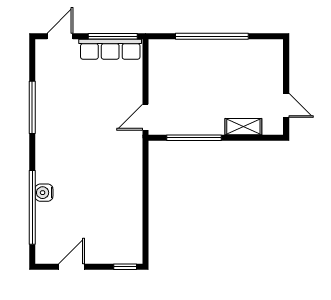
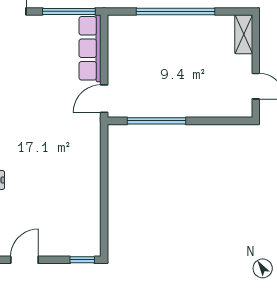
row of seats: (110, 49) -> (90, 48), moved, turned 90
shelving: (243, 127) -> (244, 34), moved, turned 90

